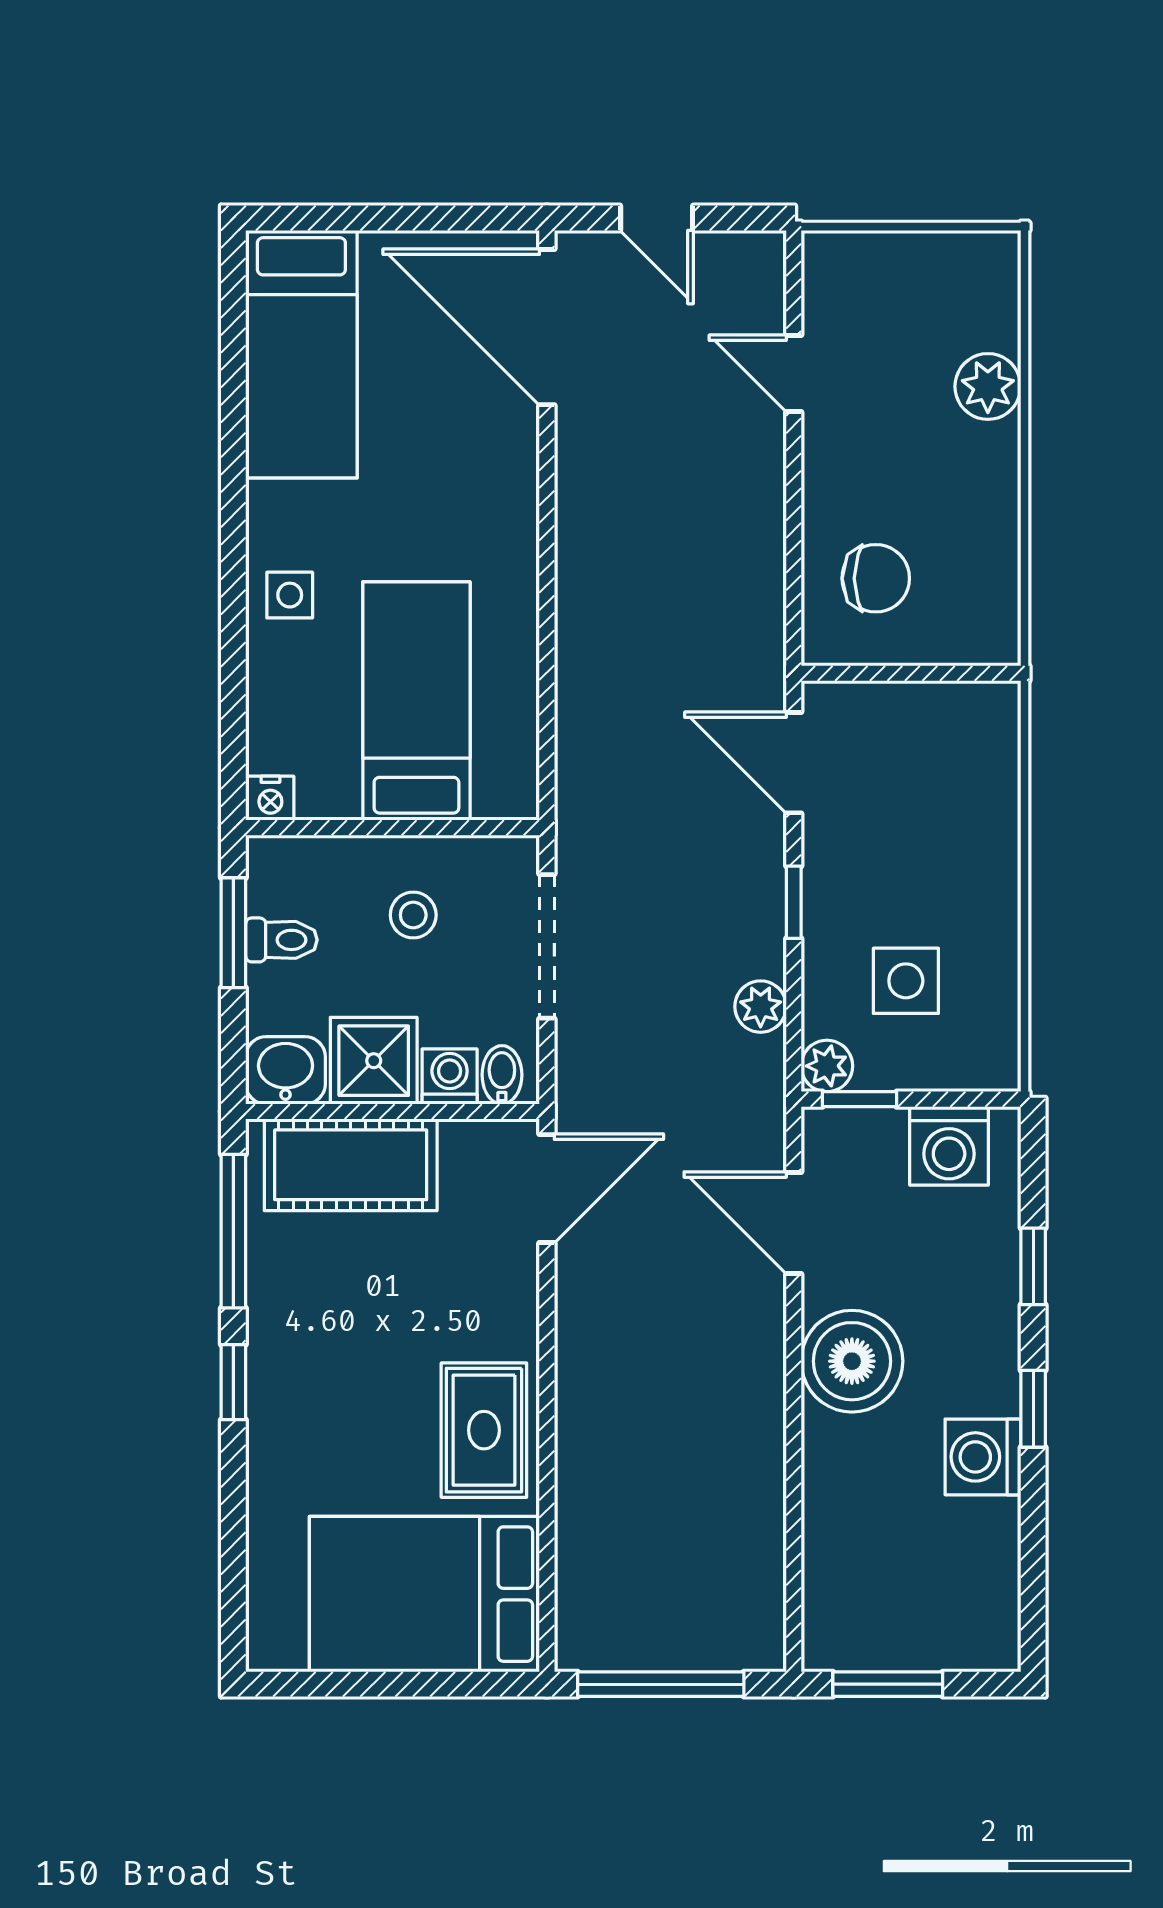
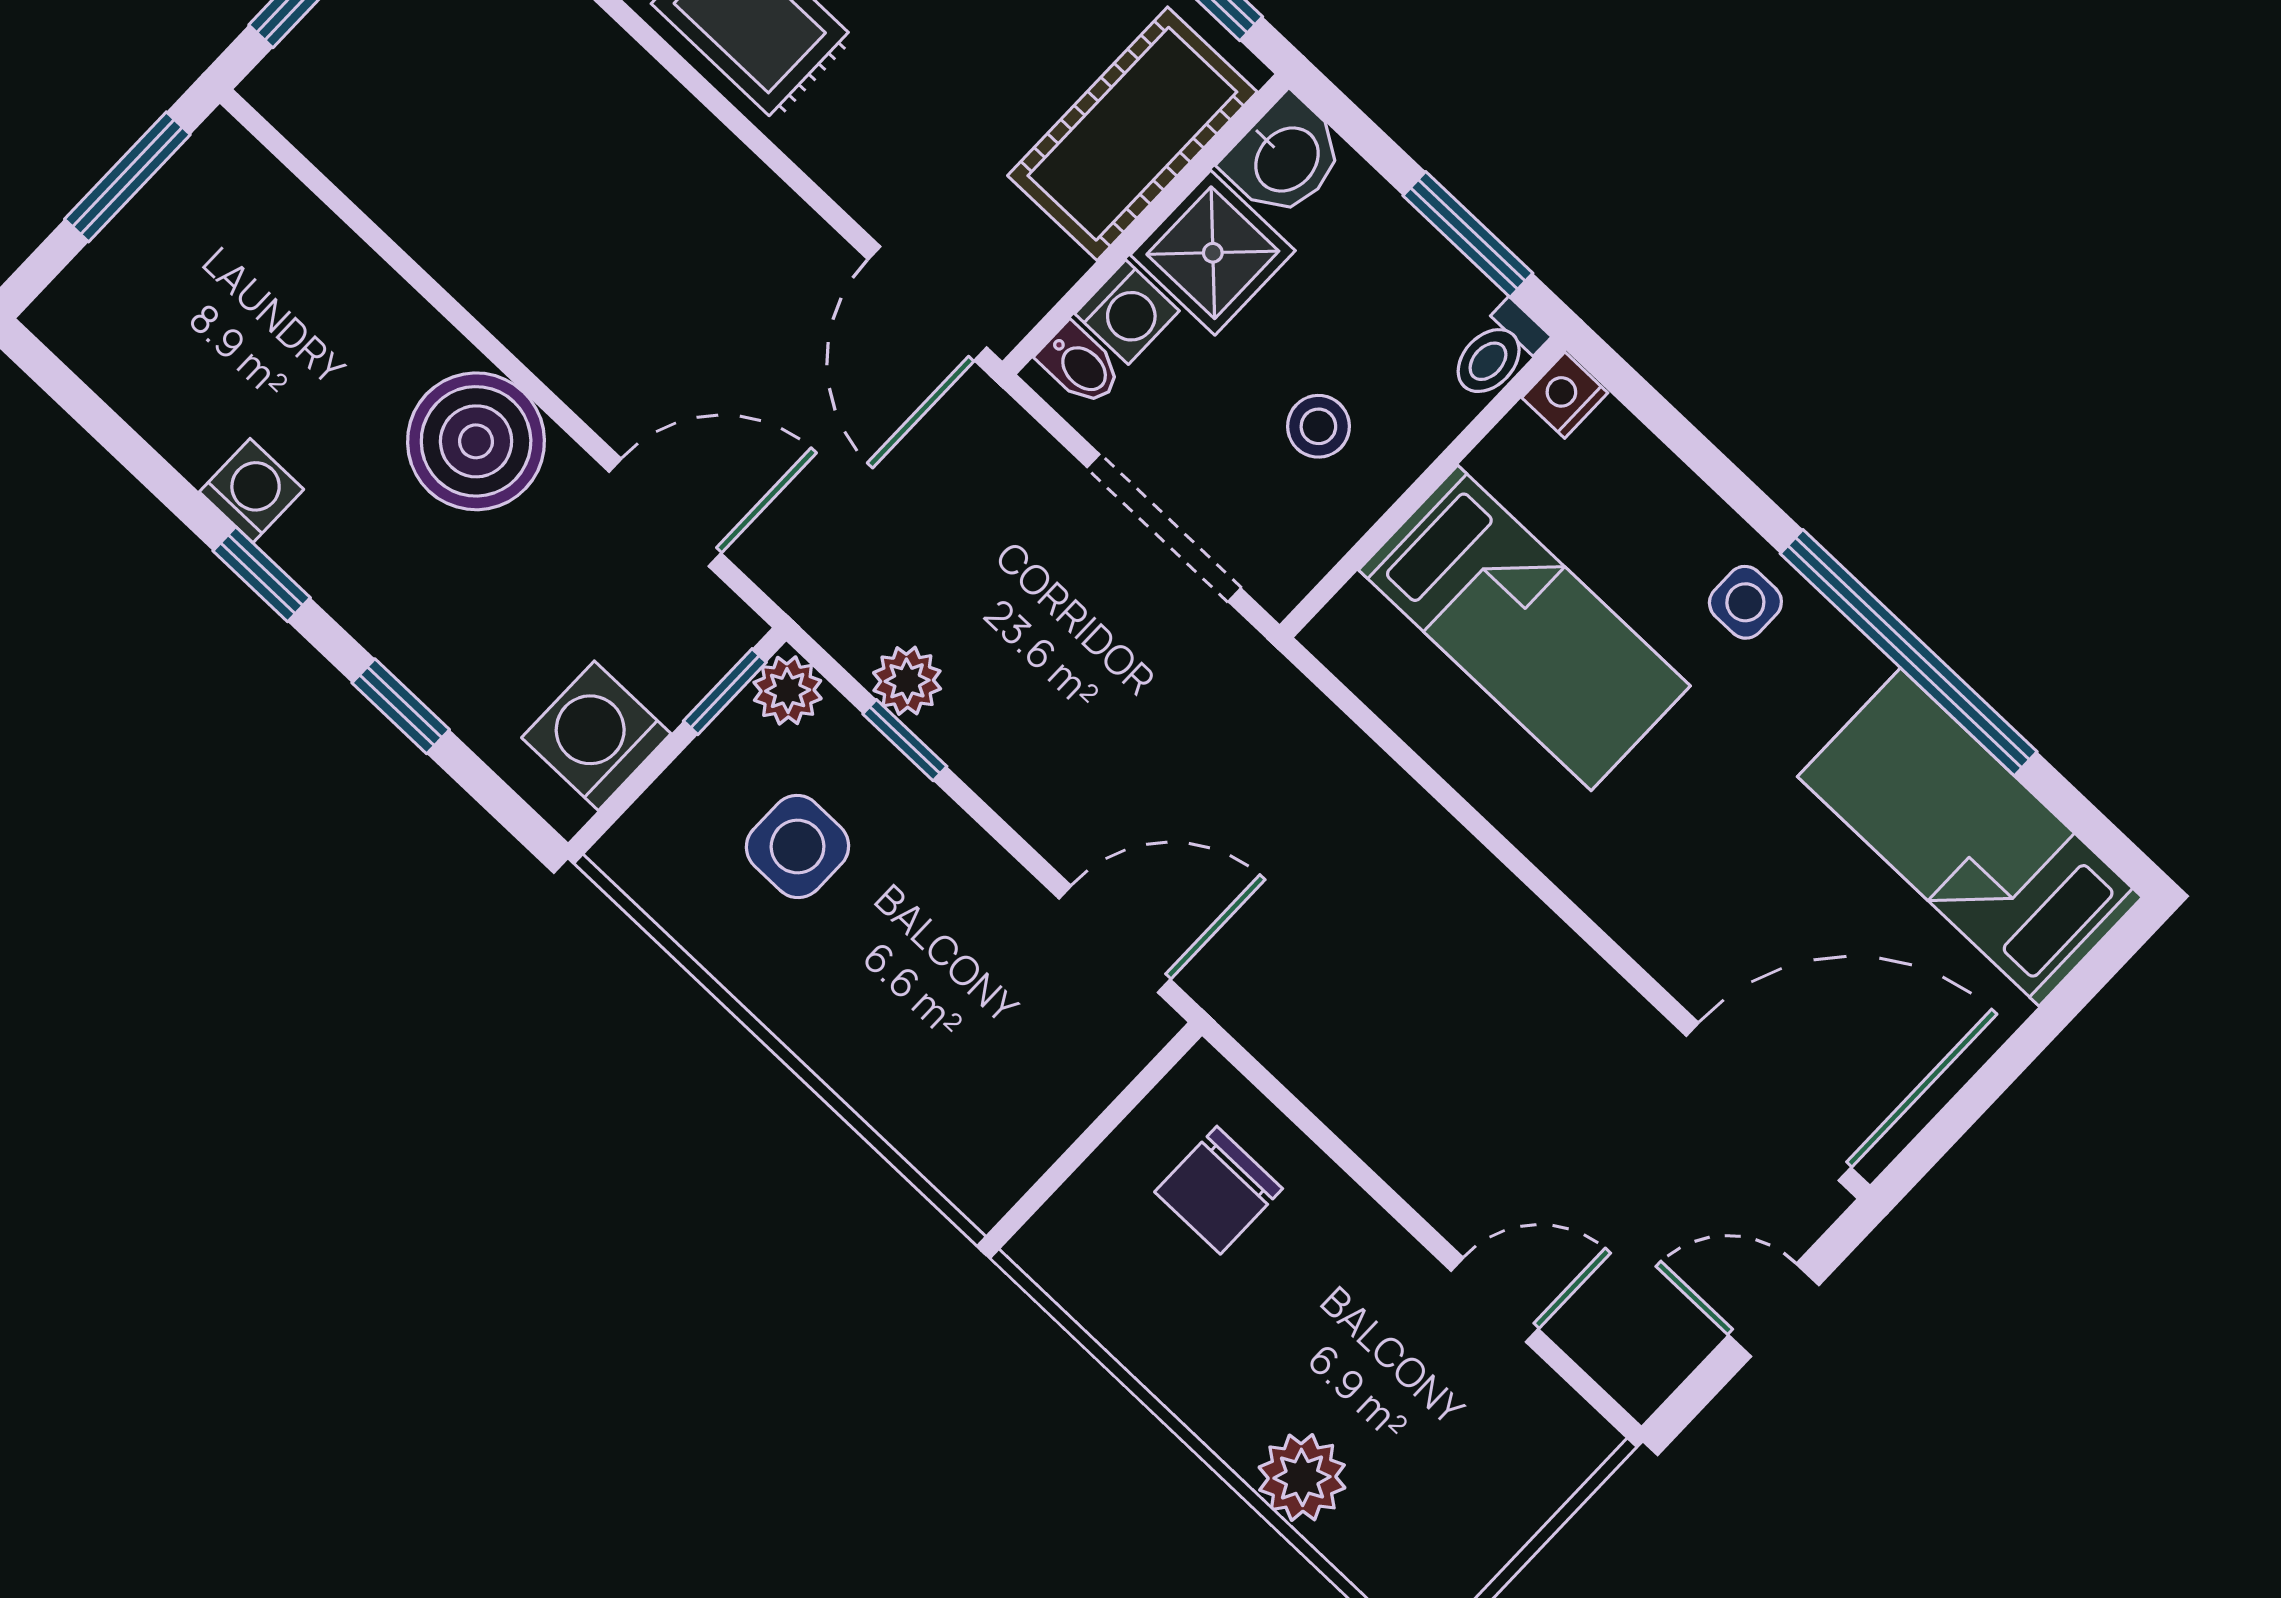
window: (233, 481) -> (1909, 653), added
window: (794, 902) -> (905, 740), moved
toilet: (281, 940) -> (1497, 351), moved
washing machine: (983, 1457) -> (251, 491), width x0.73, depth x0.73

